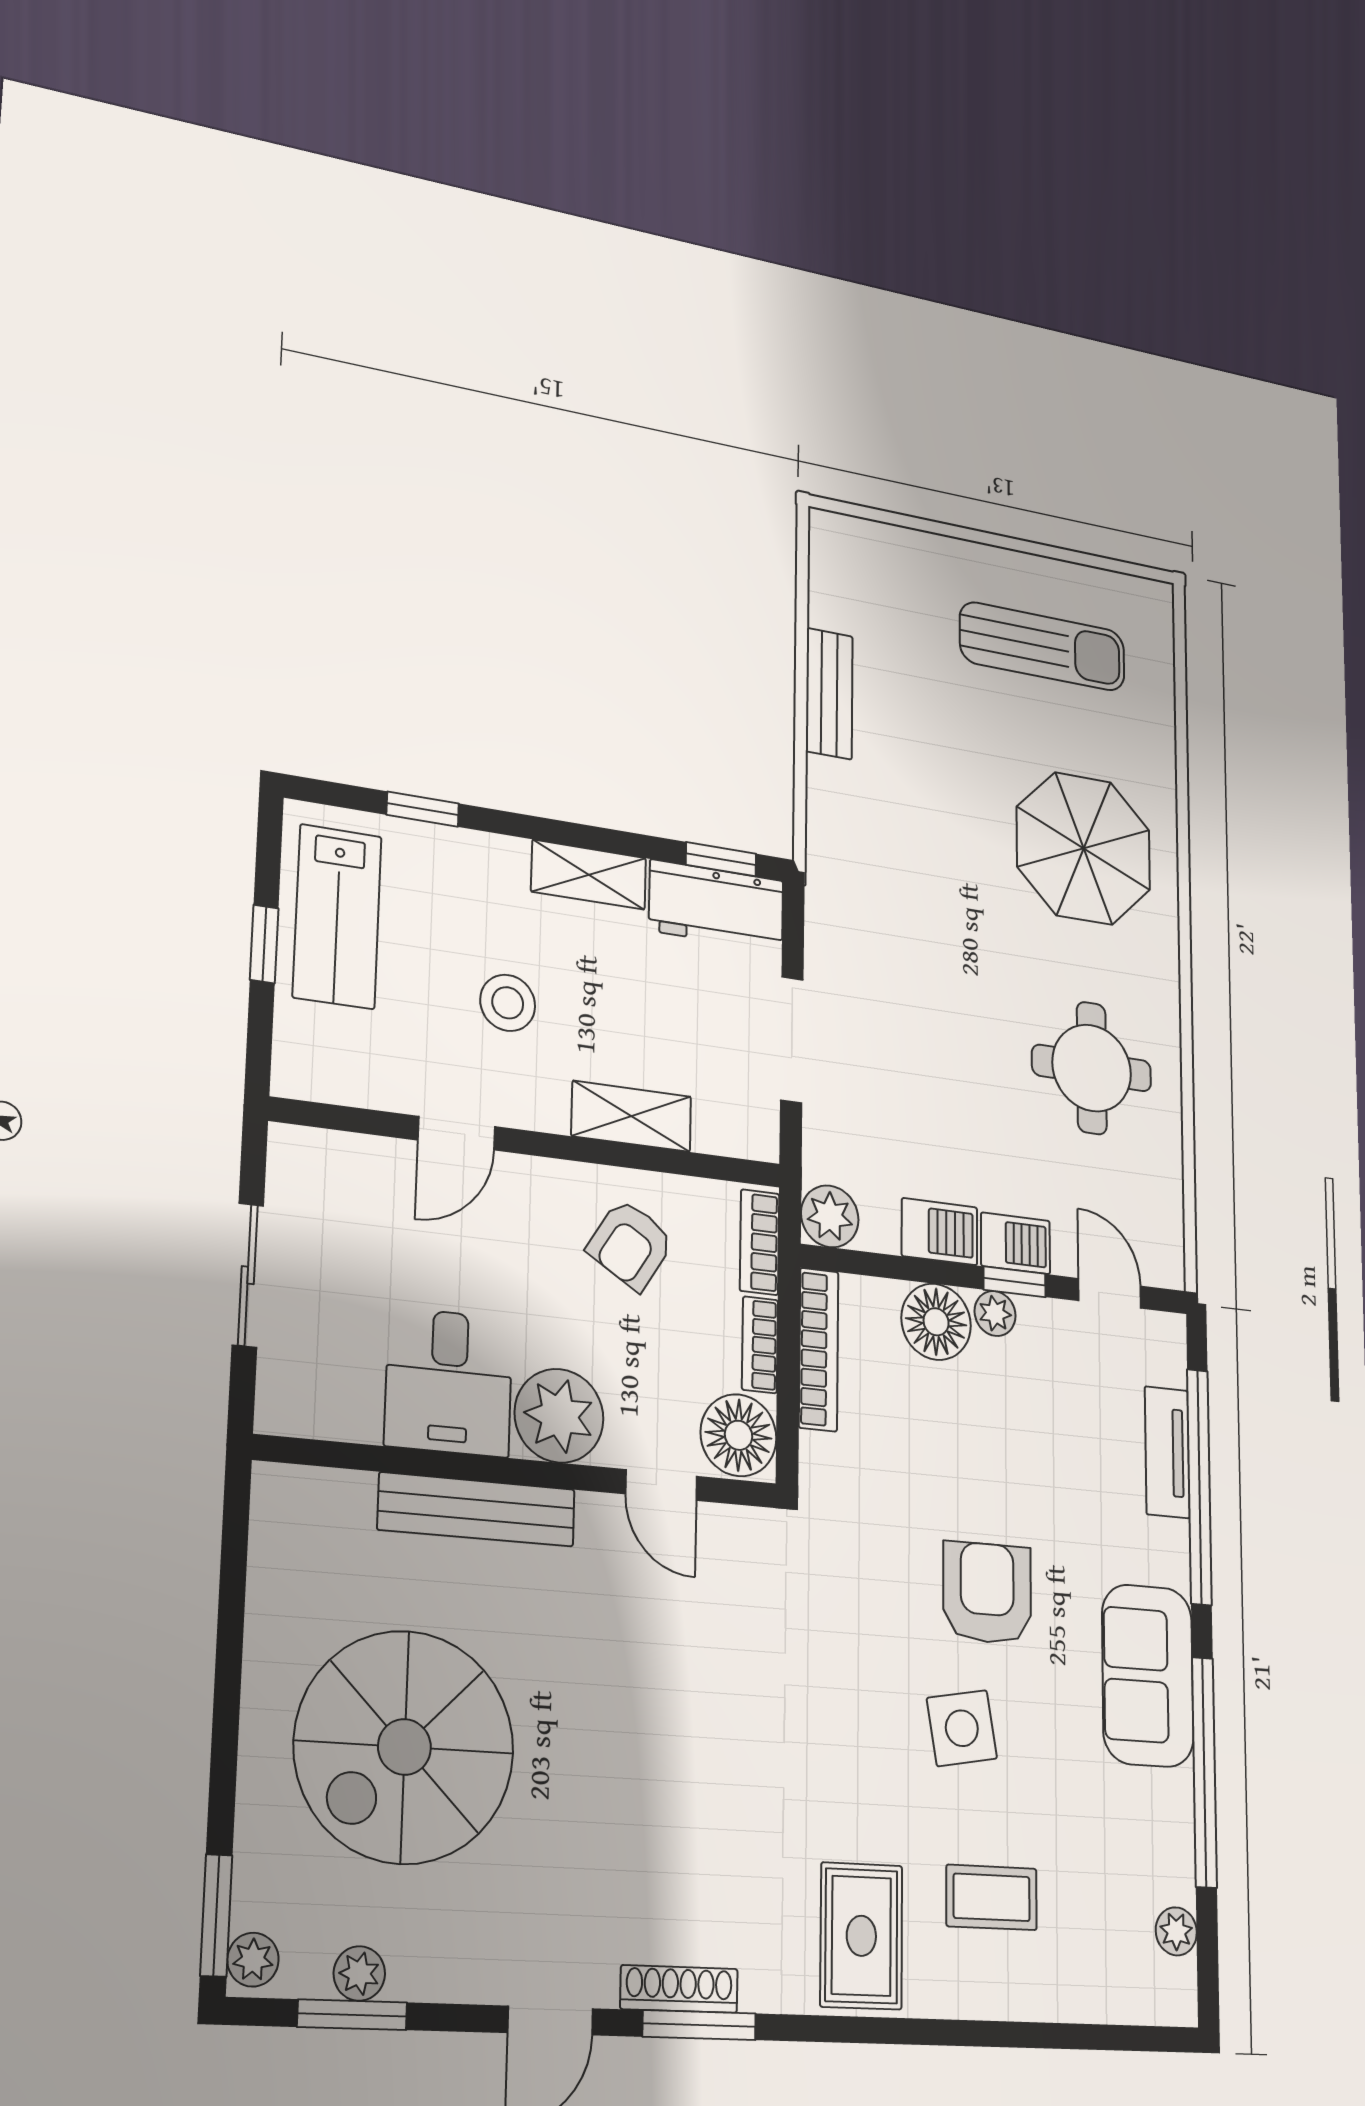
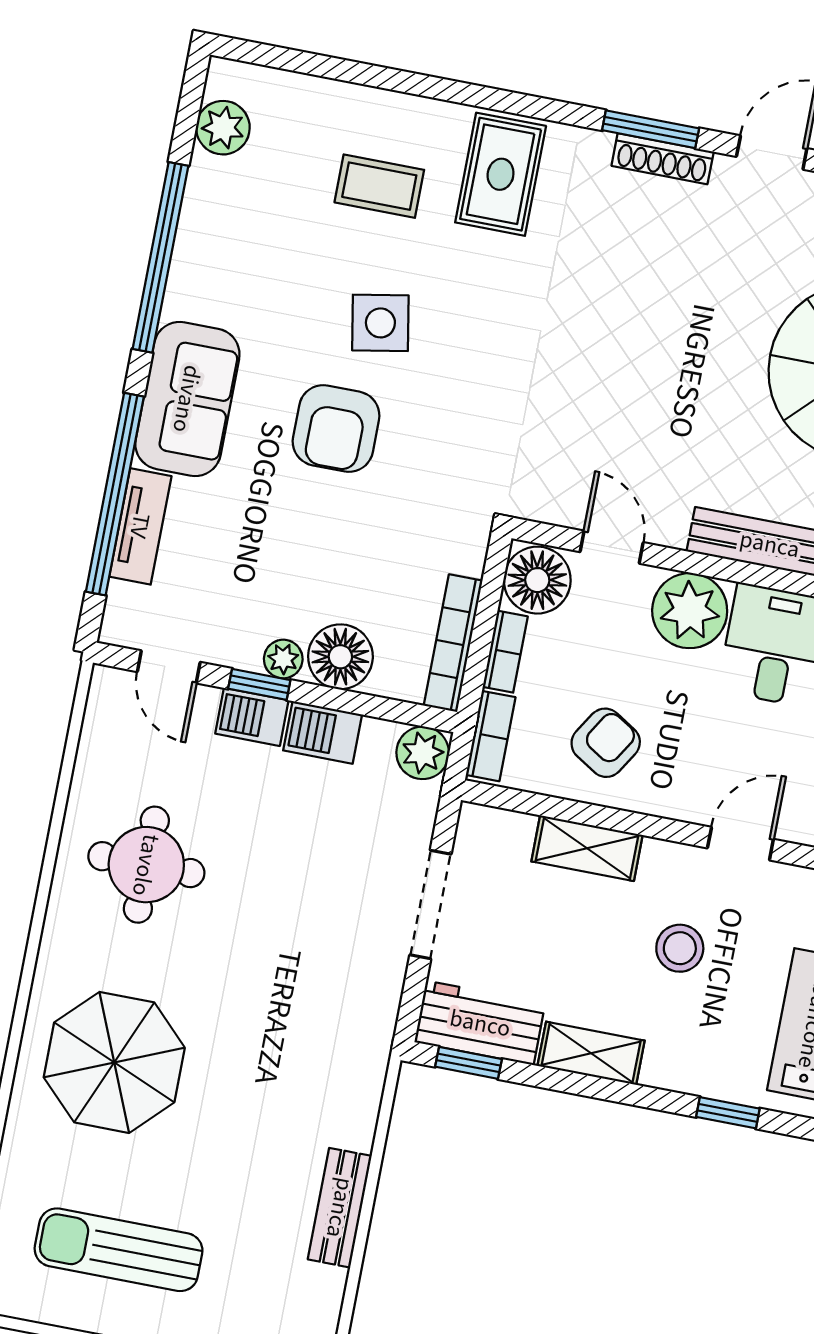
sofa: (1148, 1676) -> (187, 399), moved
plant: (1176, 1931) -> (223, 128), width x1.38, depth x1.38

